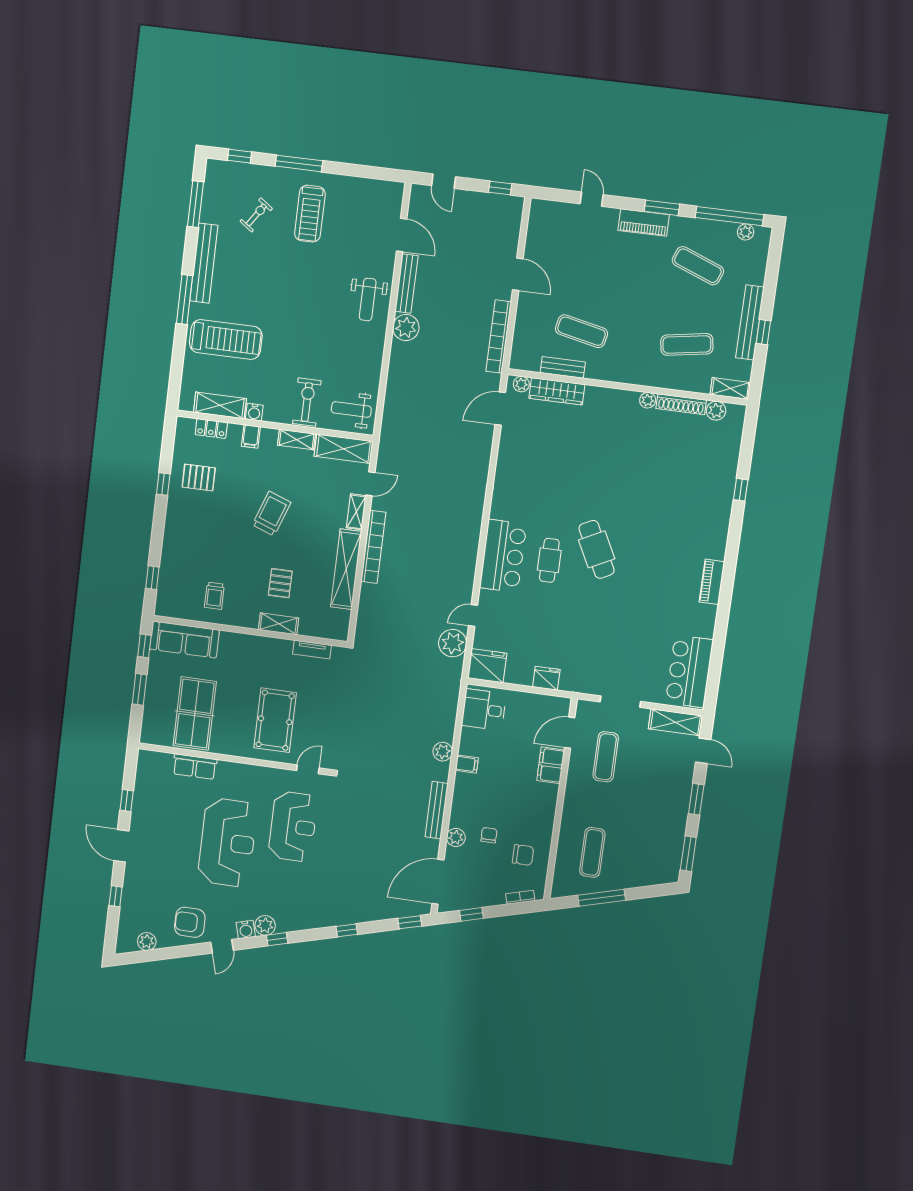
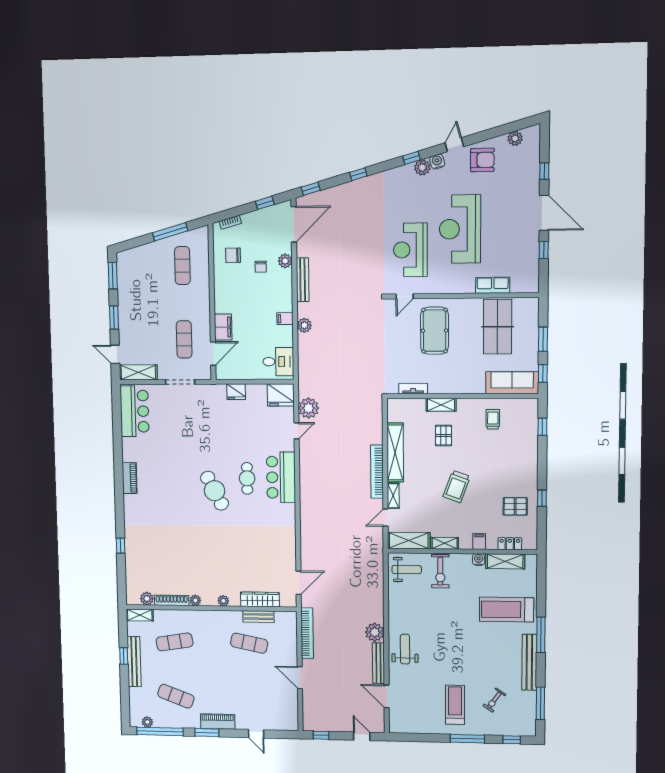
plant: (521, 384) -> (223, 601), moved
door: (121, 846) -> (544, 213), width x1.36

